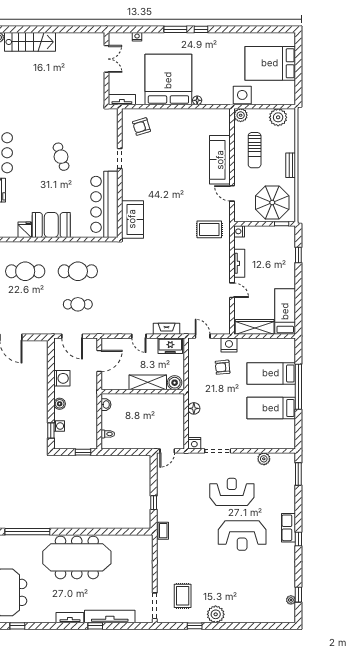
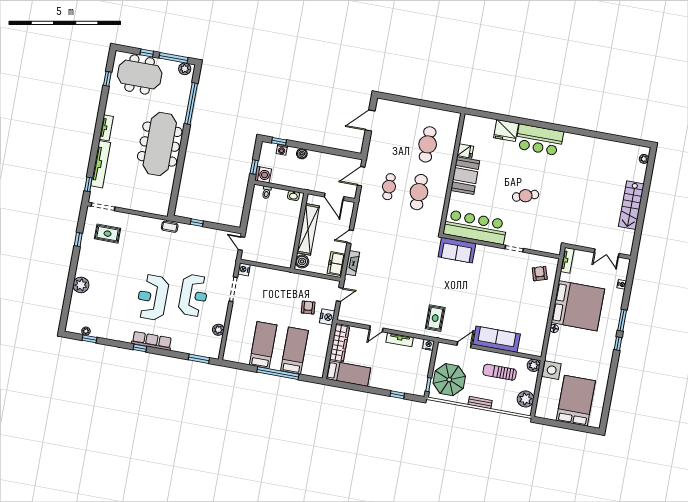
stairs: (30, 42) -> (631, 205), moved
washing machine: (62, 378) -> (263, 175), moved, turned -90
shelving: (148, 382) -> (308, 229), width x1.47
floor lamp: (194, 408) -> (276, 275), removed
row of seats: (289, 528) -> (152, 341), width x1.48
plant: (216, 614) -> (81, 285), moved
window: (95, 626) -> (88, 184), moved

